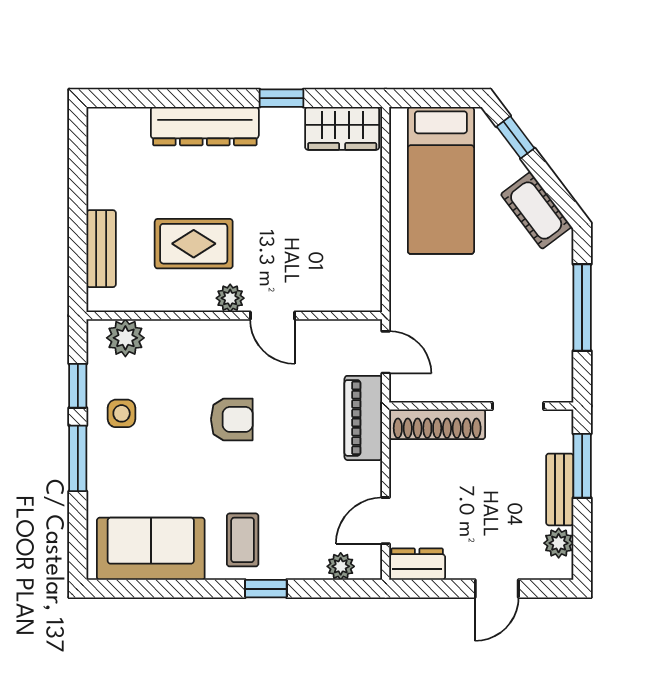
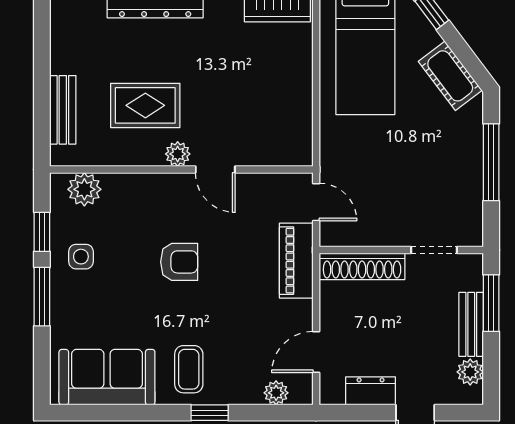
dresser: (417, 564) -> (371, 391), moved

